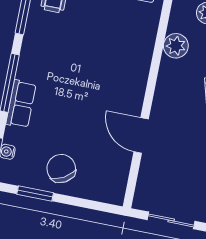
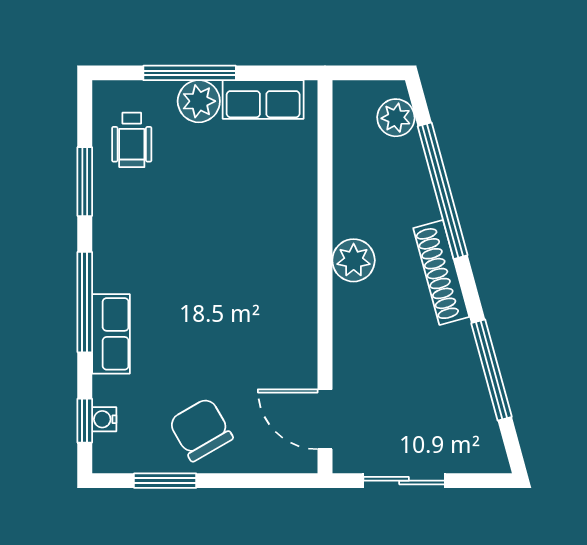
plant: (176, 46) -> (354, 260), moved
door: (141, 135) -> (325, 419), moved

